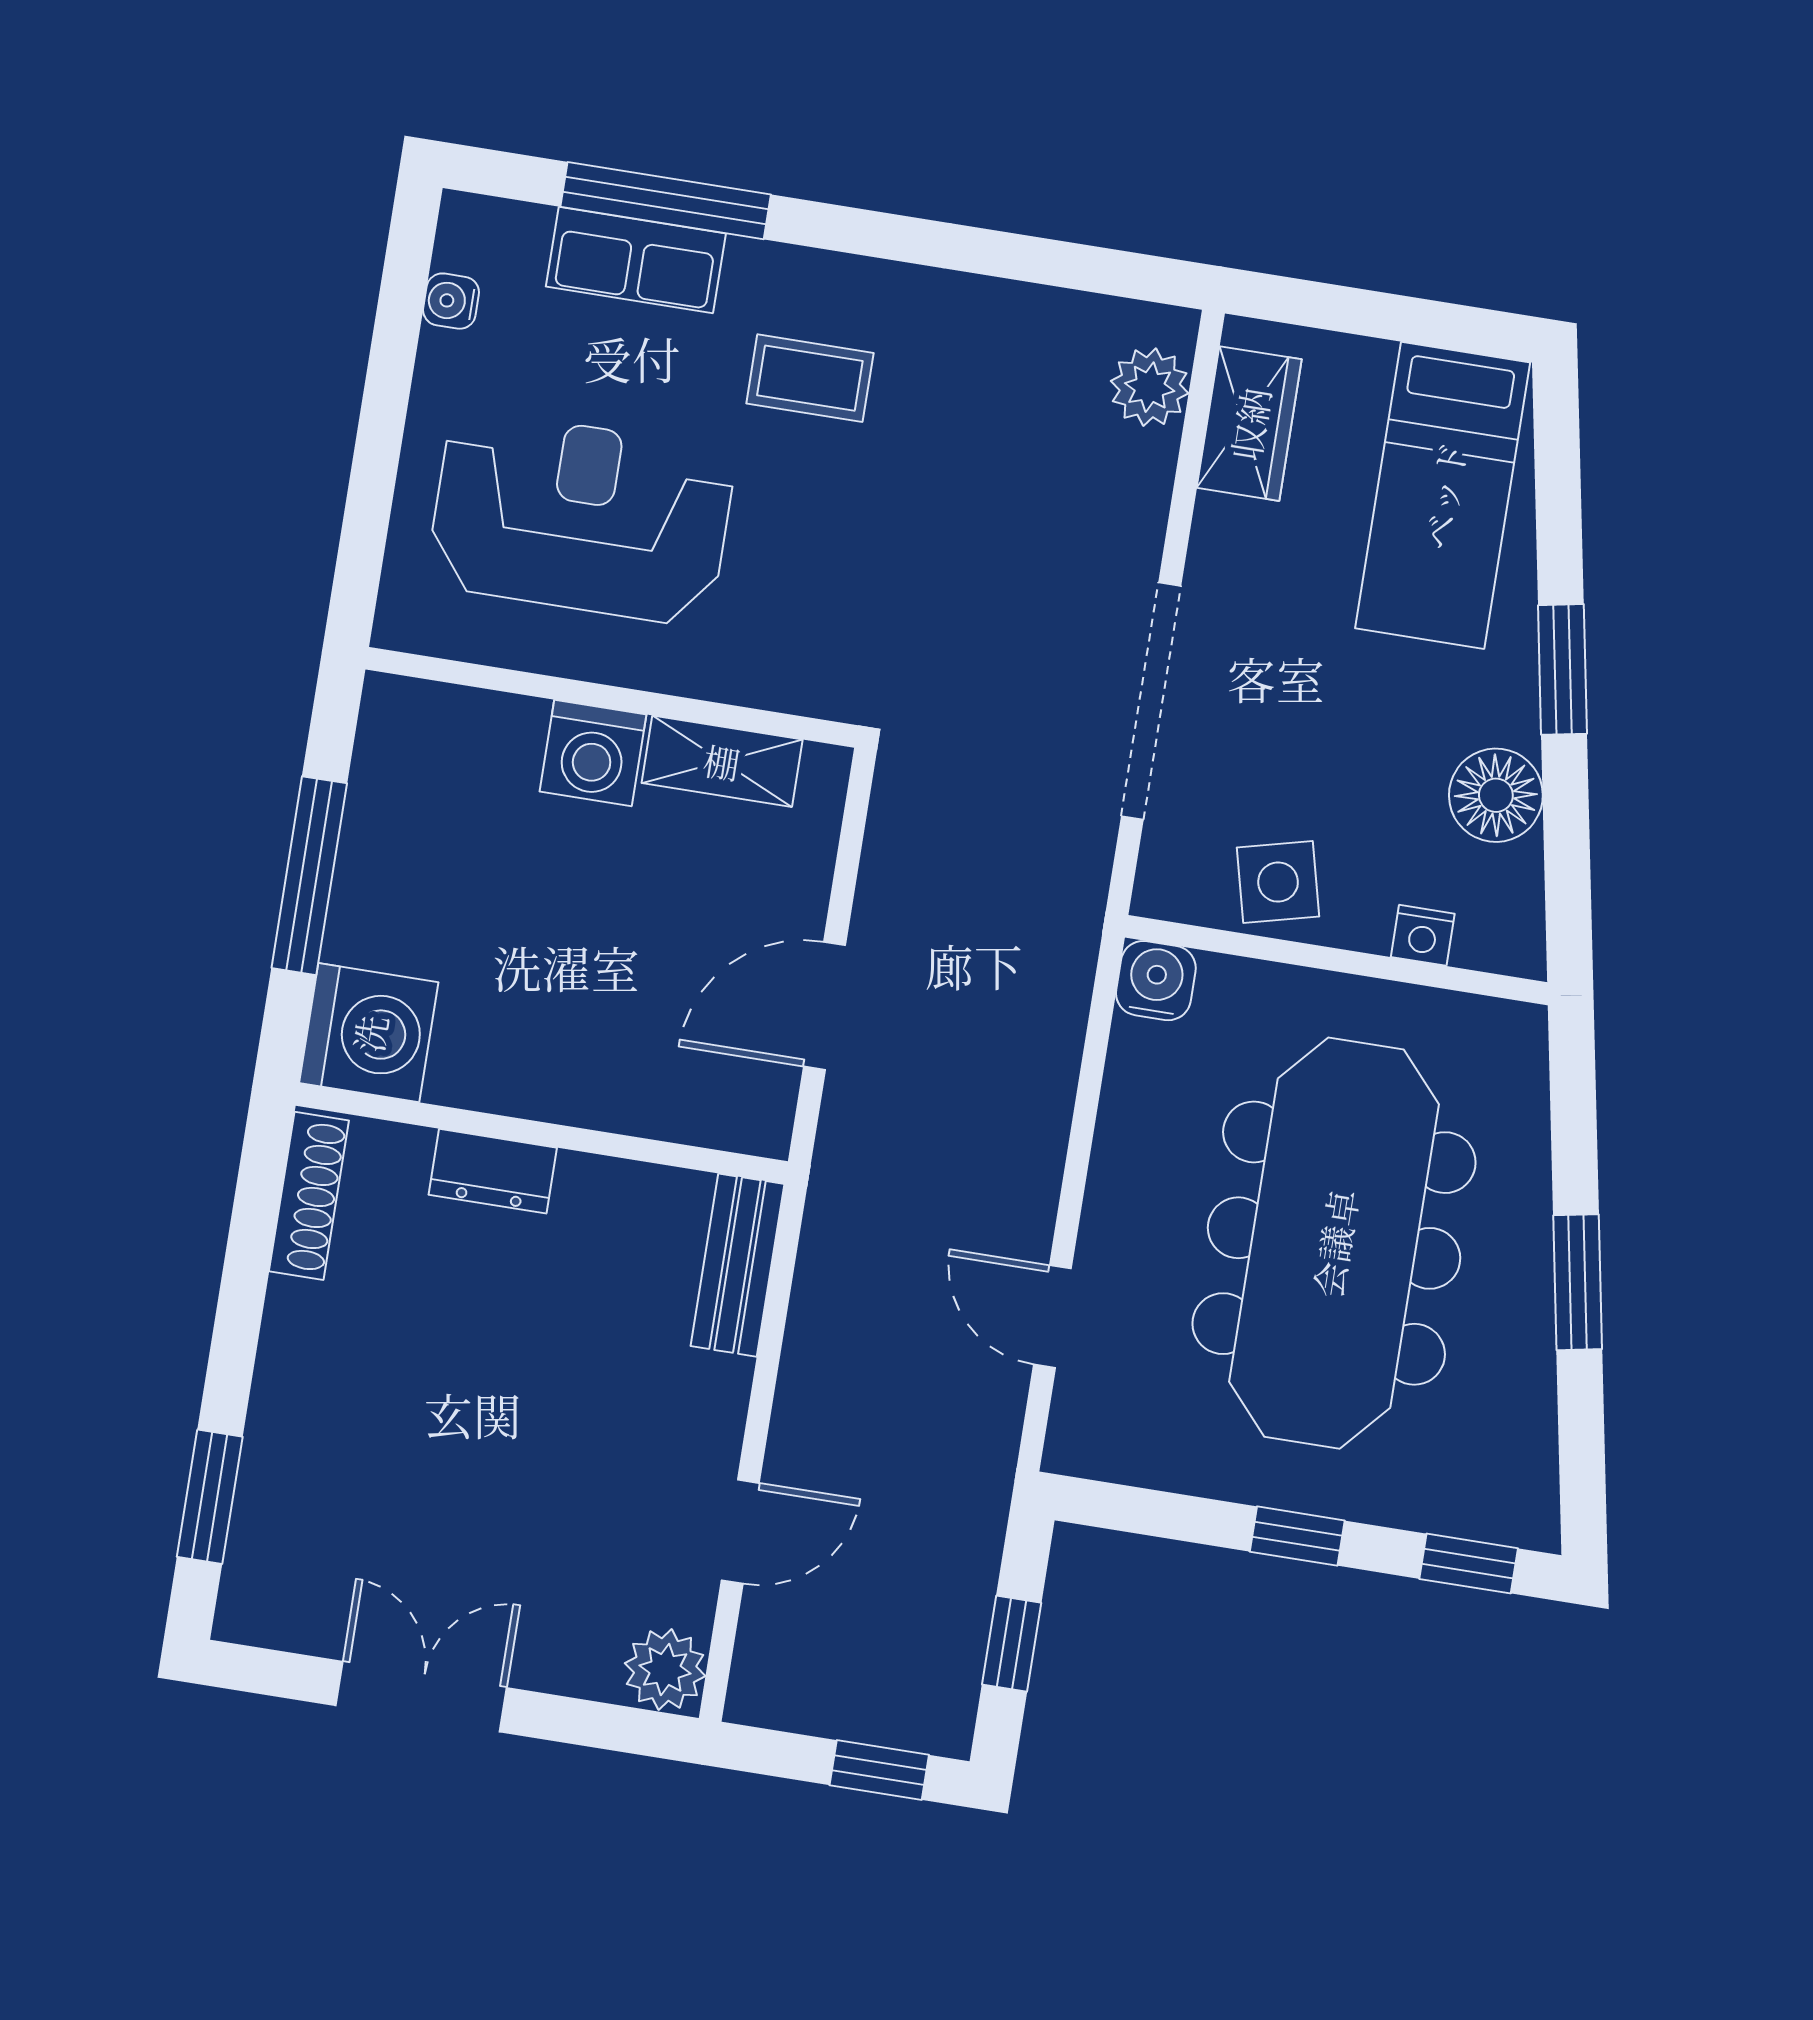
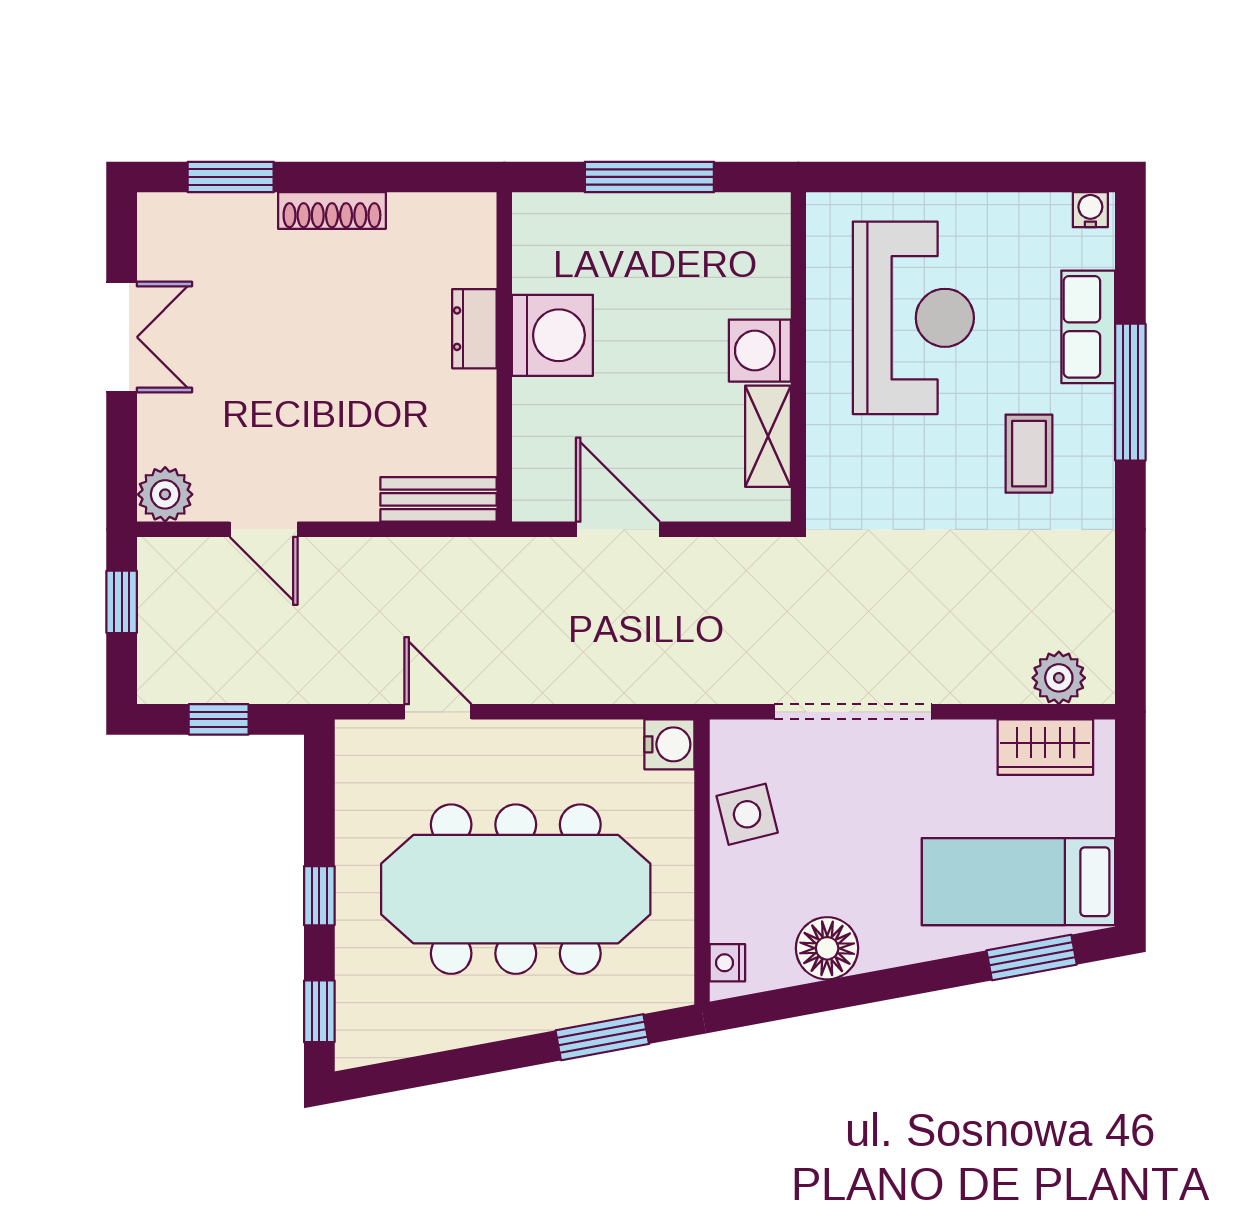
window: (666, 201) -> (1130, 392), moved
water cooler: (451, 301) -> (1090, 210), moved
window: (1562, 669) -> (1032, 957), moved
nightstand: (1423, 935) -> (727, 963), moved
washing machine: (369, 1033) -> (552, 335), moved, turned -90
shoe rack: (309, 1196) -> (332, 210), moved
window: (1578, 1282) -> (602, 1037), moved
door: (1052, 1317) -> (438, 712), hinge flipped
window: (879, 1770) -> (122, 602), moved

